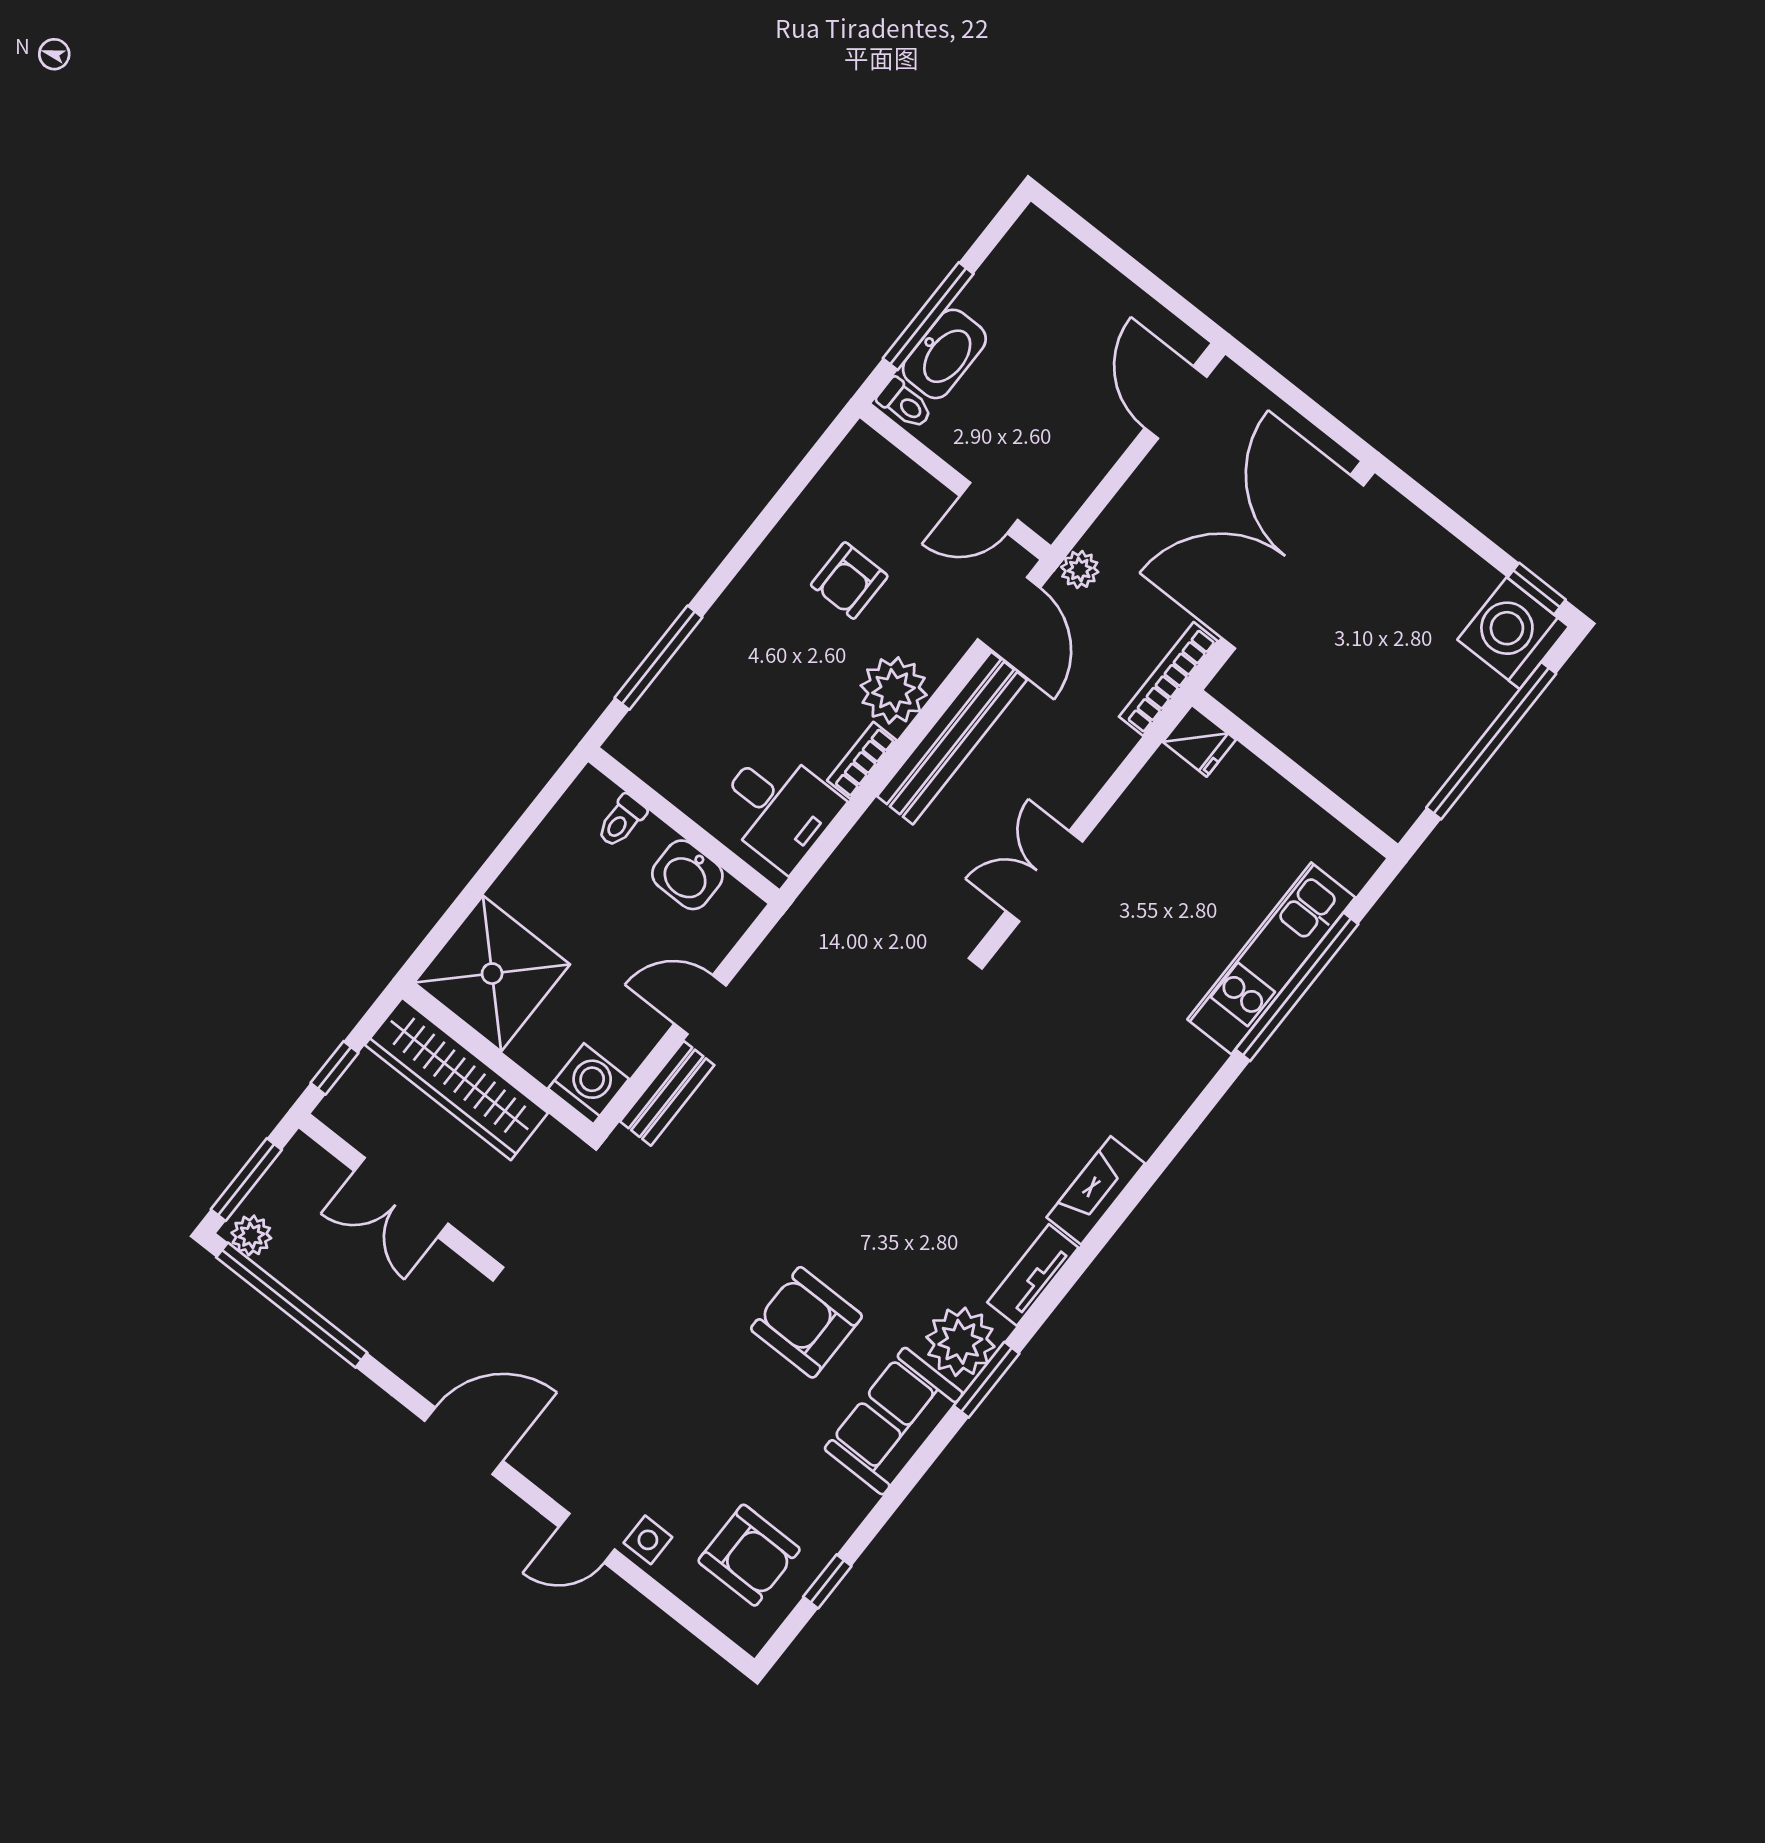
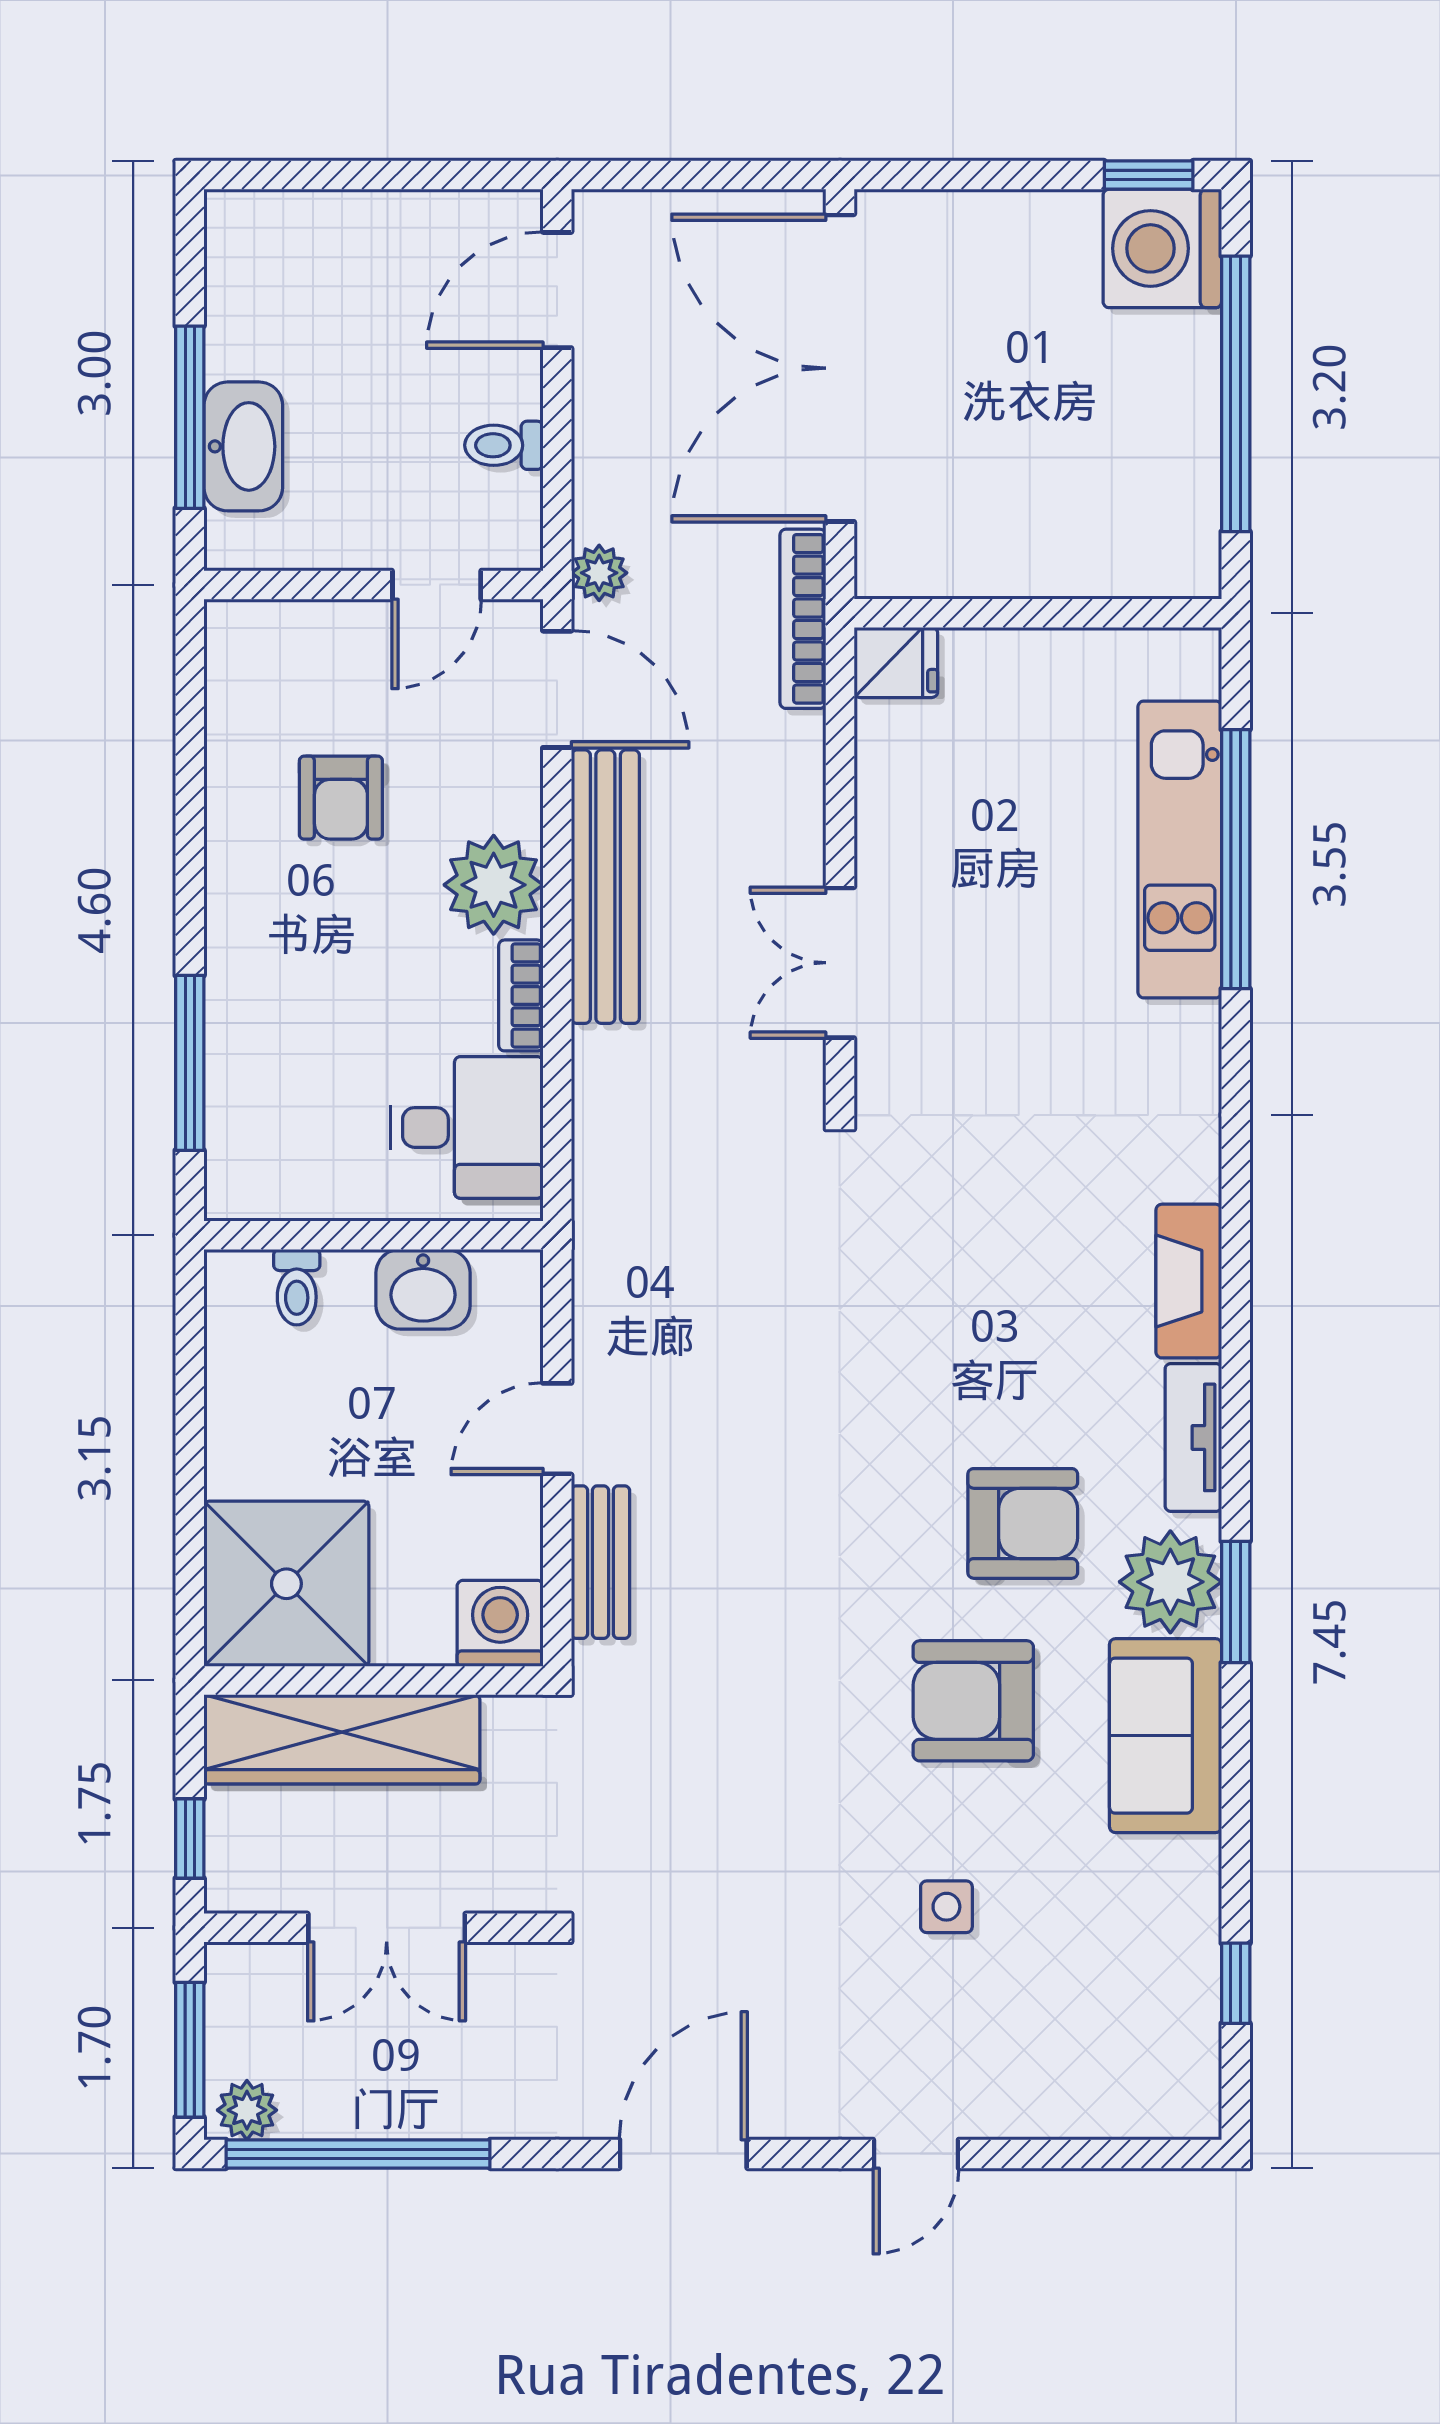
door: (1176, 402) -> (557, 290), hinge flipped
toilet: (905, 404) -> (504, 445), moved, turned 180
side table: (648, 1540) -> (946, 1907), moved
armchair: (749, 1555) -> (1023, 1523), moved

